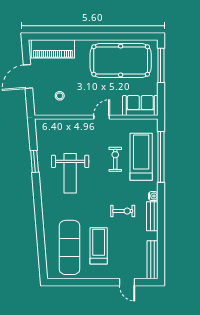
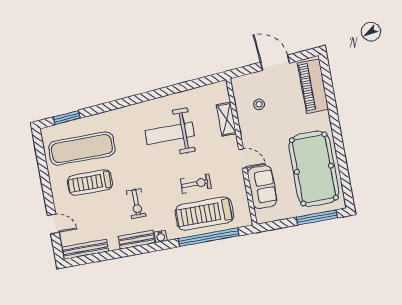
sofa: (140, 106) -> (262, 187), moved
shelving: (67, 125) -> (226, 119), added
treadmill: (141, 157) -> (205, 214), turned 180
window: (35, 161) -> (67, 118), moved
treadmill: (99, 246) -> (90, 183), turned 180
door: (127, 282) -> (53, 224), swing flipped

